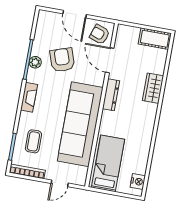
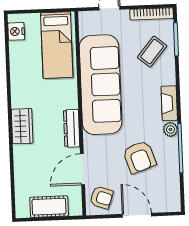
cot: (155, 39) -> (49, 207), moved
door: (110, 60) -> (82, 169), swing flipped
plant: (35, 62) -> (170, 129), moved
wardrobe: (153, 88) -> (22, 126), moved
coffee table: (33, 141) -> (152, 52), turned 40

